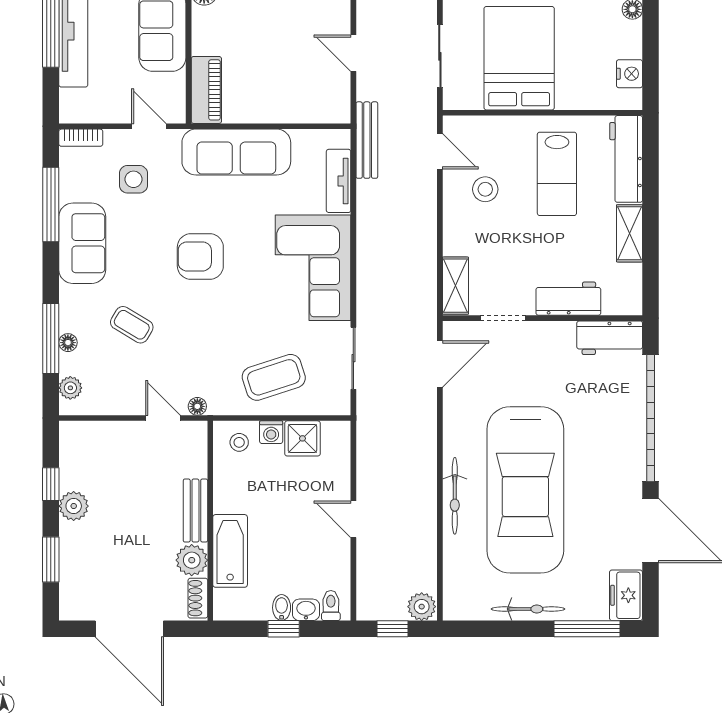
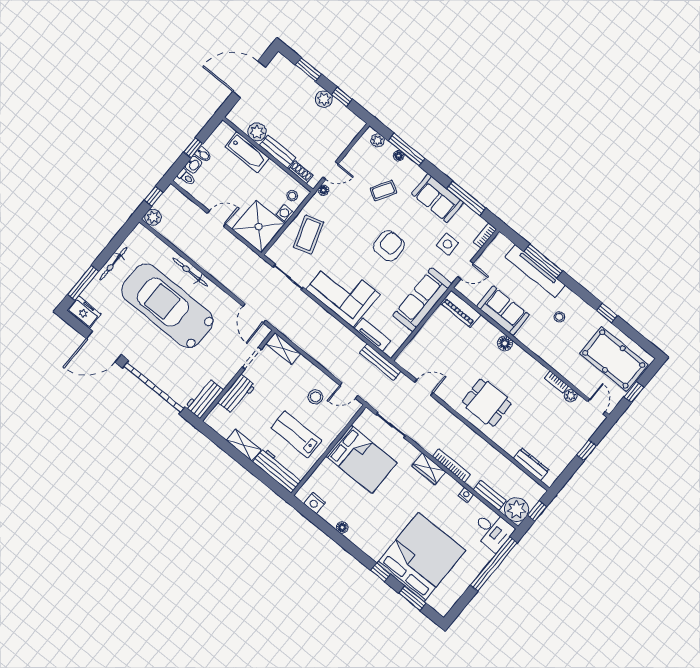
shower: (302, 438) -> (259, 227), width x1.86, depth x1.86
shoe rack: (198, 598) -> (301, 172), moved

